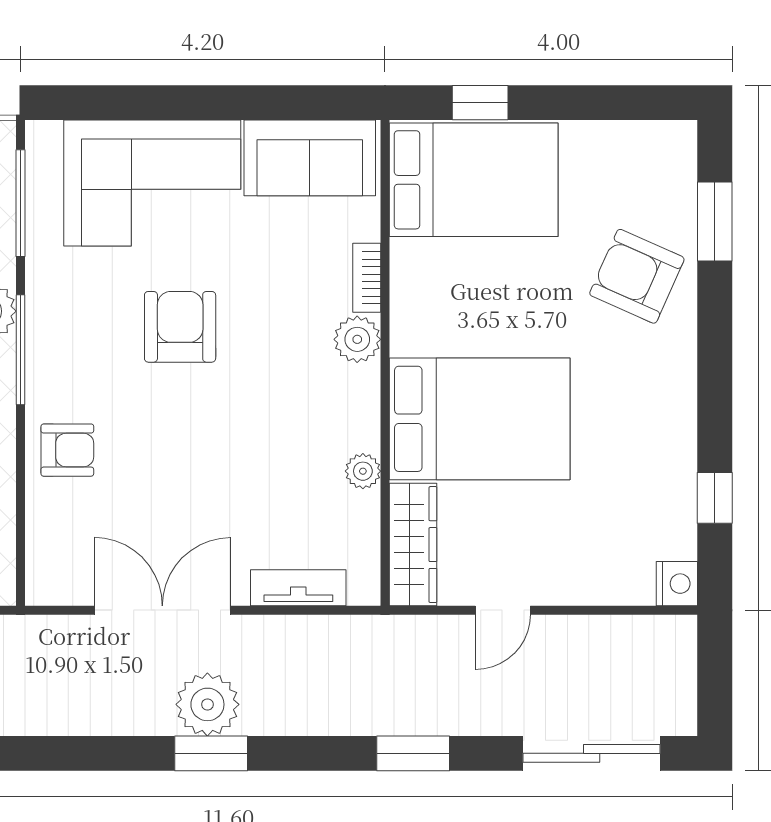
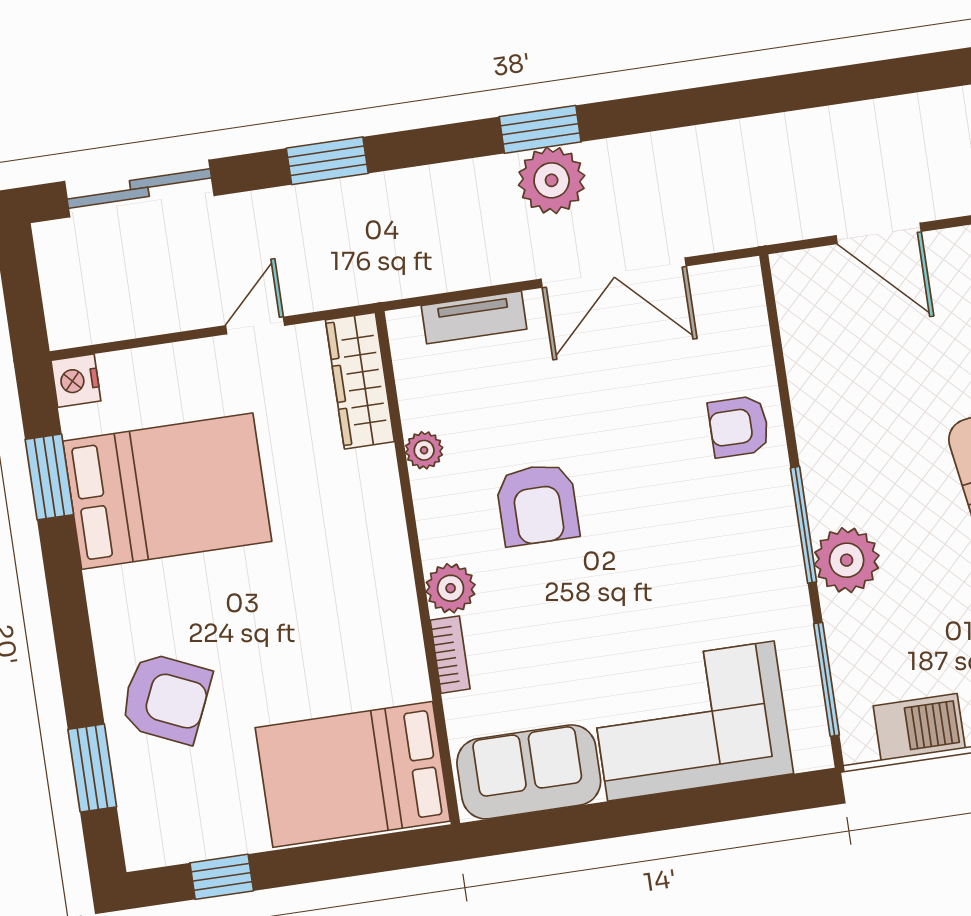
window: (480, 103) -> (222, 877), moved
armchair: (180, 327) -> (537, 504), moved
bed: (480, 419) -> (167, 491), moved, turned 180
window: (715, 498) -> (49, 477), width x1.50

